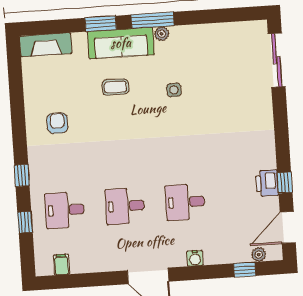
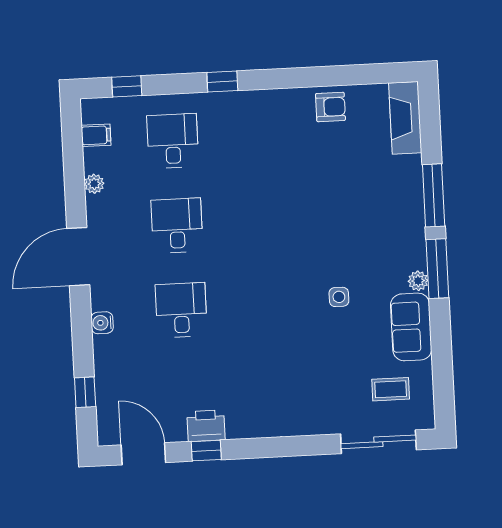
window: (101, 24) -> (434, 195), width x1.44
sofa: (121, 43) -> (411, 327), moved, width x0.73
coffee table: (115, 87) -> (391, 389), moved, turned 90
armchair: (57, 123) -> (330, 107), moved
window: (25, 222) -> (127, 86), moved
plant: (259, 255) -> (94, 184), moved

